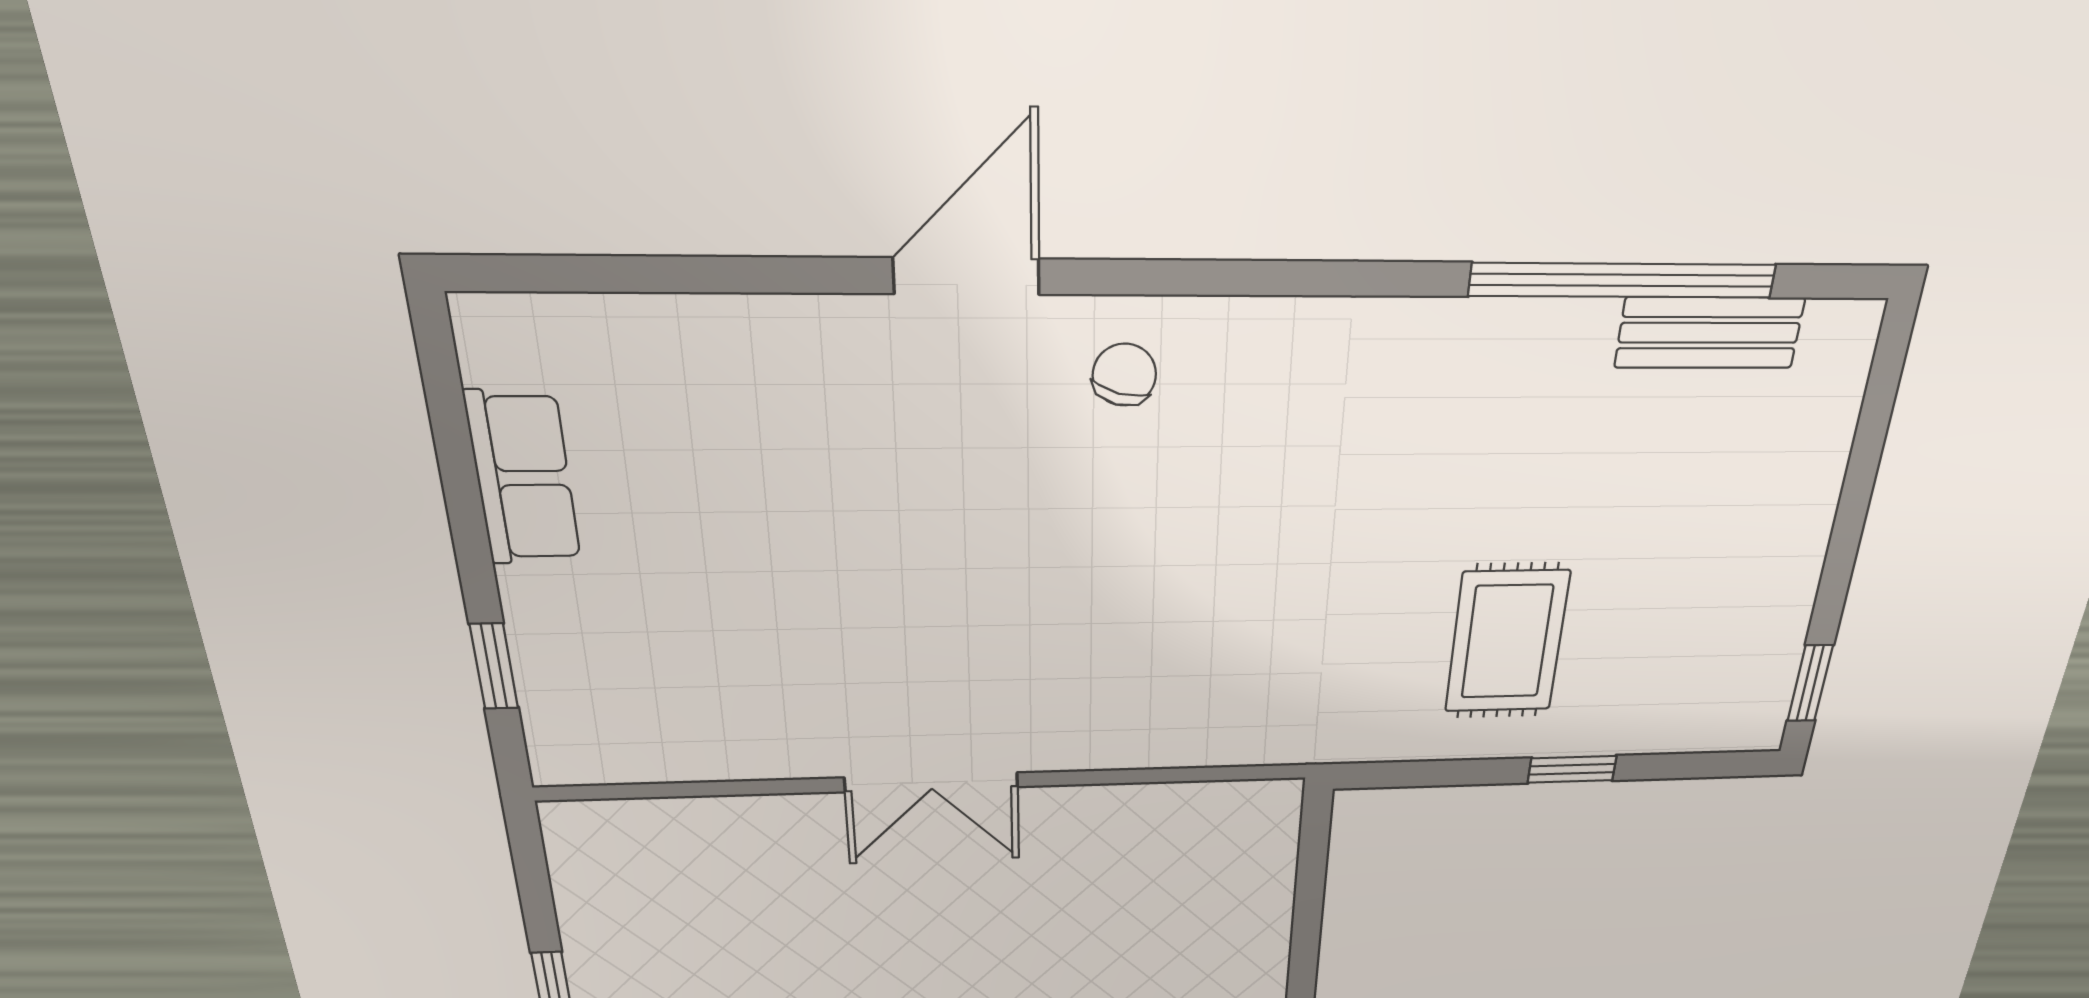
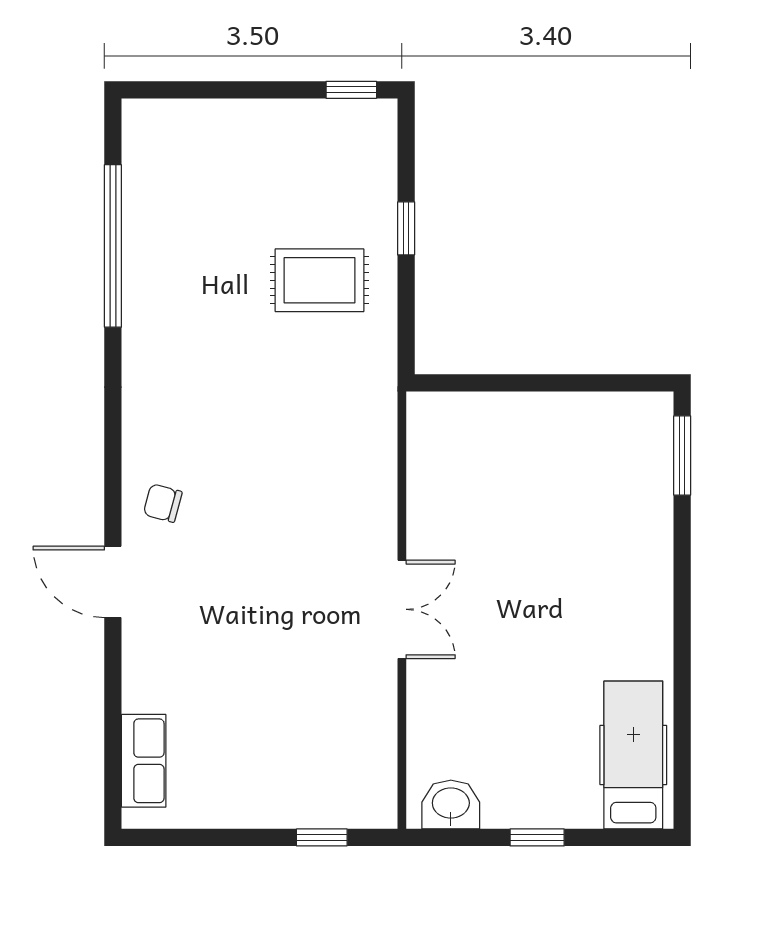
bench: (1709, 333) -> (140, 194), removed
row of seats: (523, 478) -> (144, 761), moved, turned 90
washbasin: (591, 866) -> (451, 804), added

